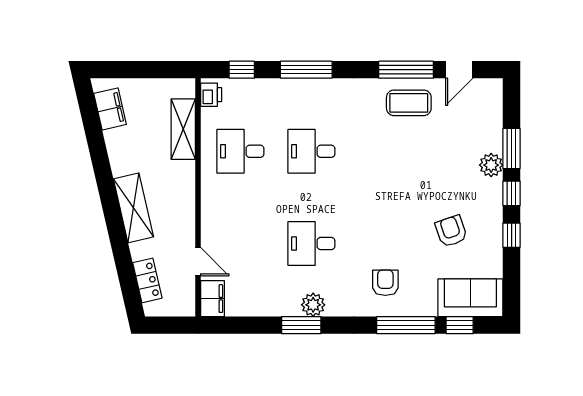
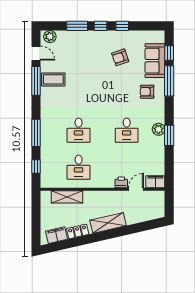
printer: (211, 95) -> (121, 182), moved
coffee table: (409, 103) -> (53, 79), turned 90
plant: (491, 165) -> (50, 37), moved
locker: (147, 280) -> (78, 231), moved
sofa: (470, 298) -> (155, 61), moved

